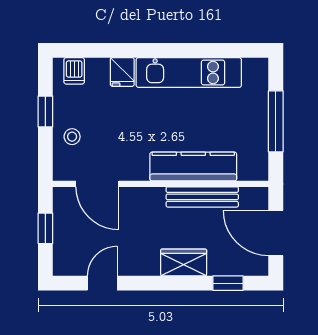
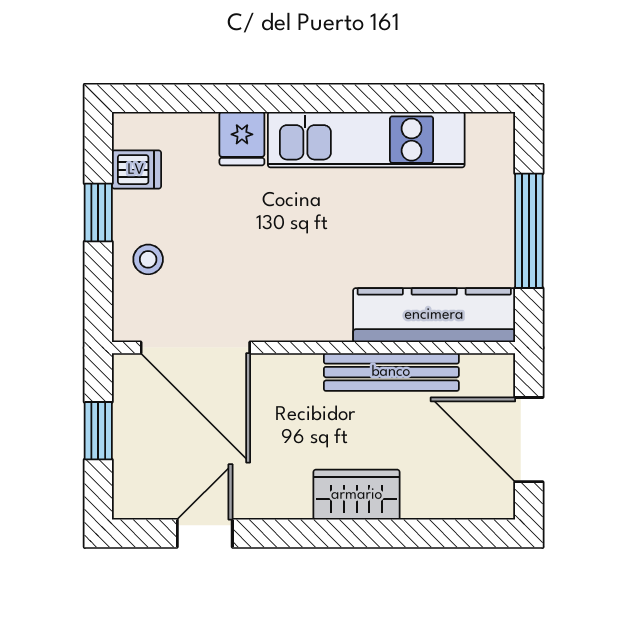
dishwasher: (74, 71) -> (136, 170), moved, turned -90
kitchen counter: (193, 166) -> (434, 315), moved
door: (97, 184) -> (195, 348), width x1.36
window: (228, 283) -> (439, 533), removed

